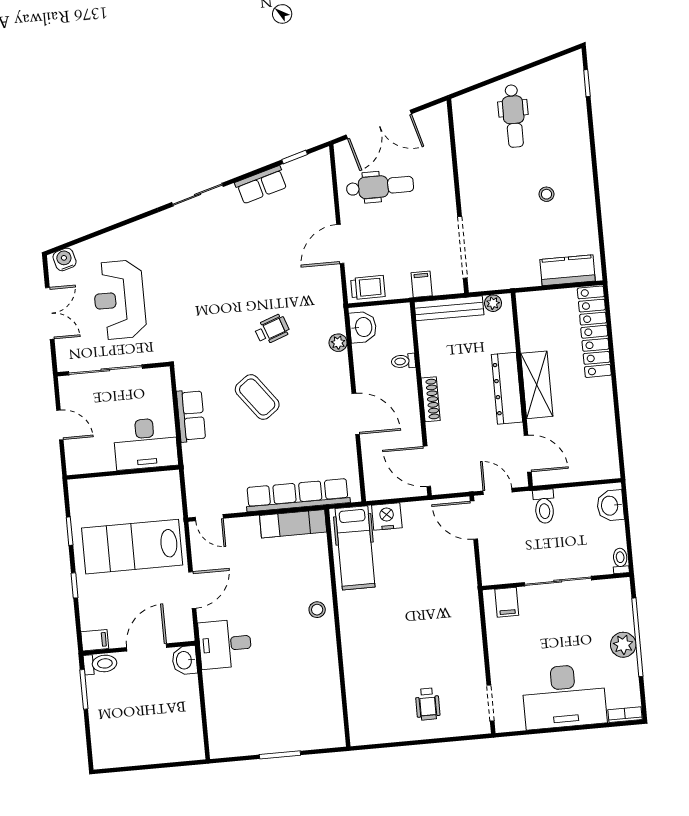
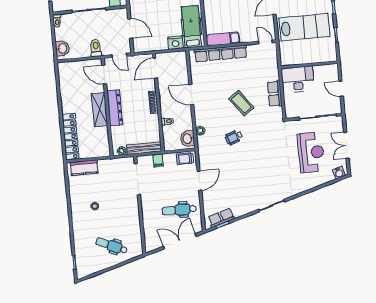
dental chair: (514, 116) -> (112, 246), turned -66
row of seats: (261, 185) -> (221, 218), moved
door: (427, 466) -> (155, 68), swing flipped
door: (474, 520) -> (130, 29), moved

